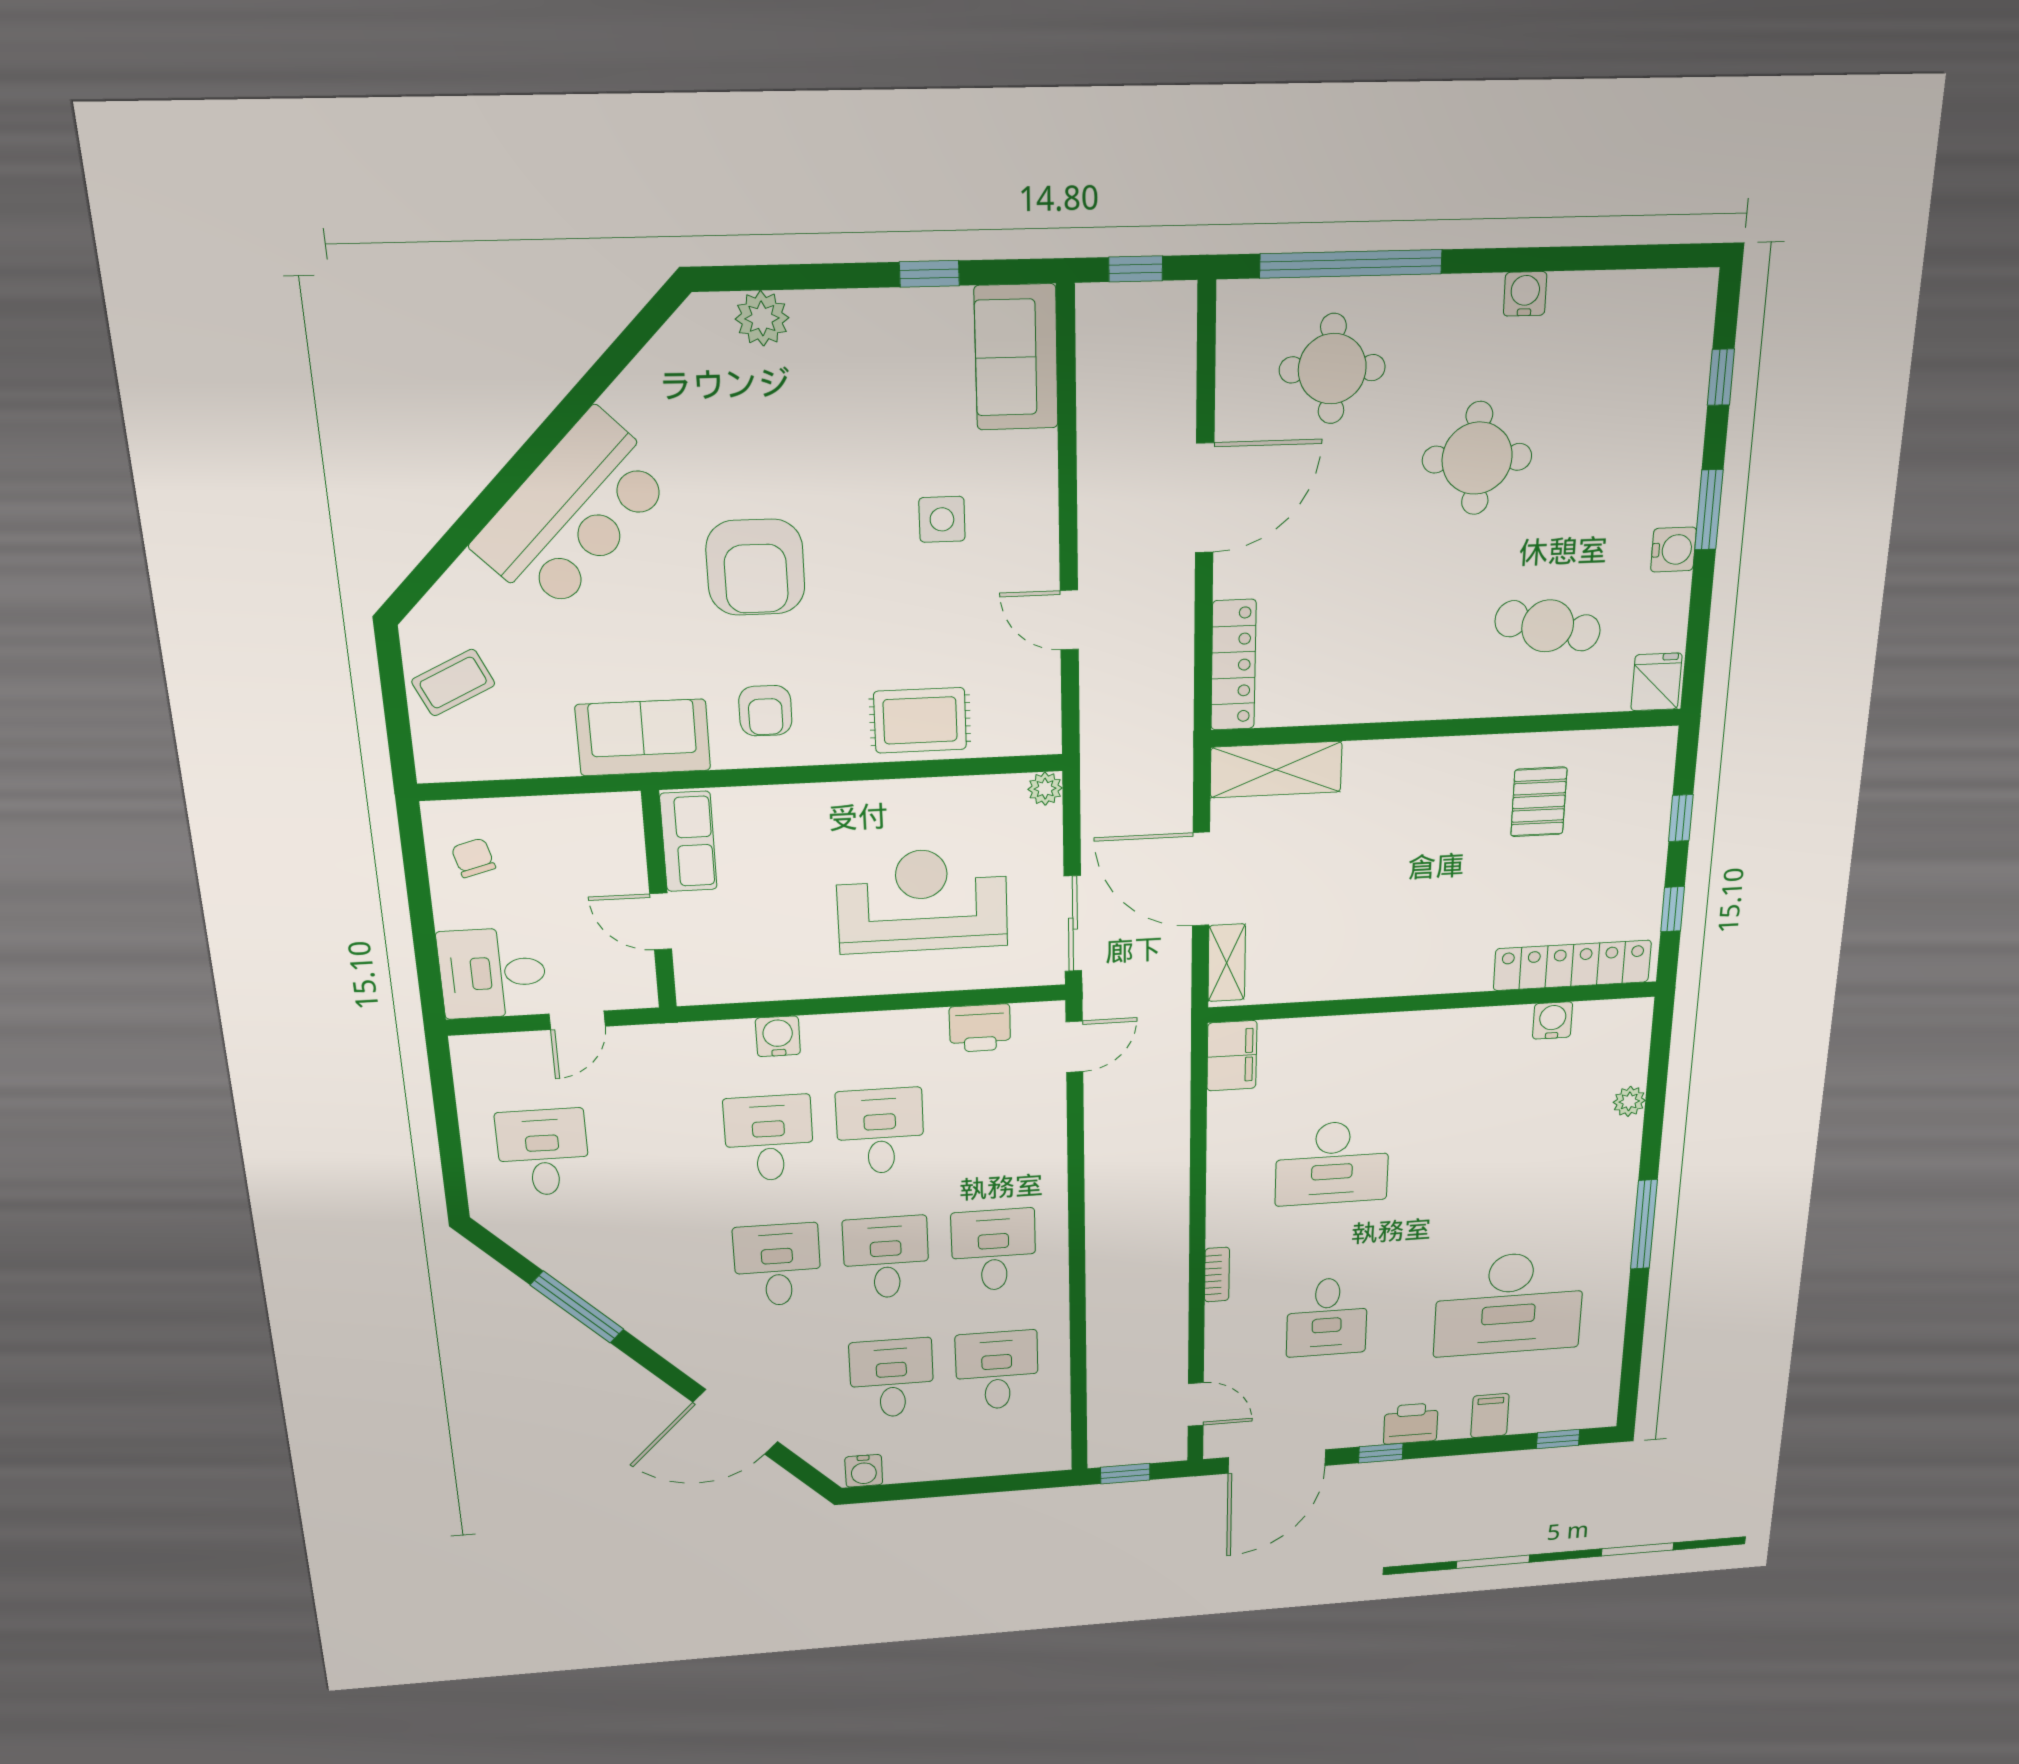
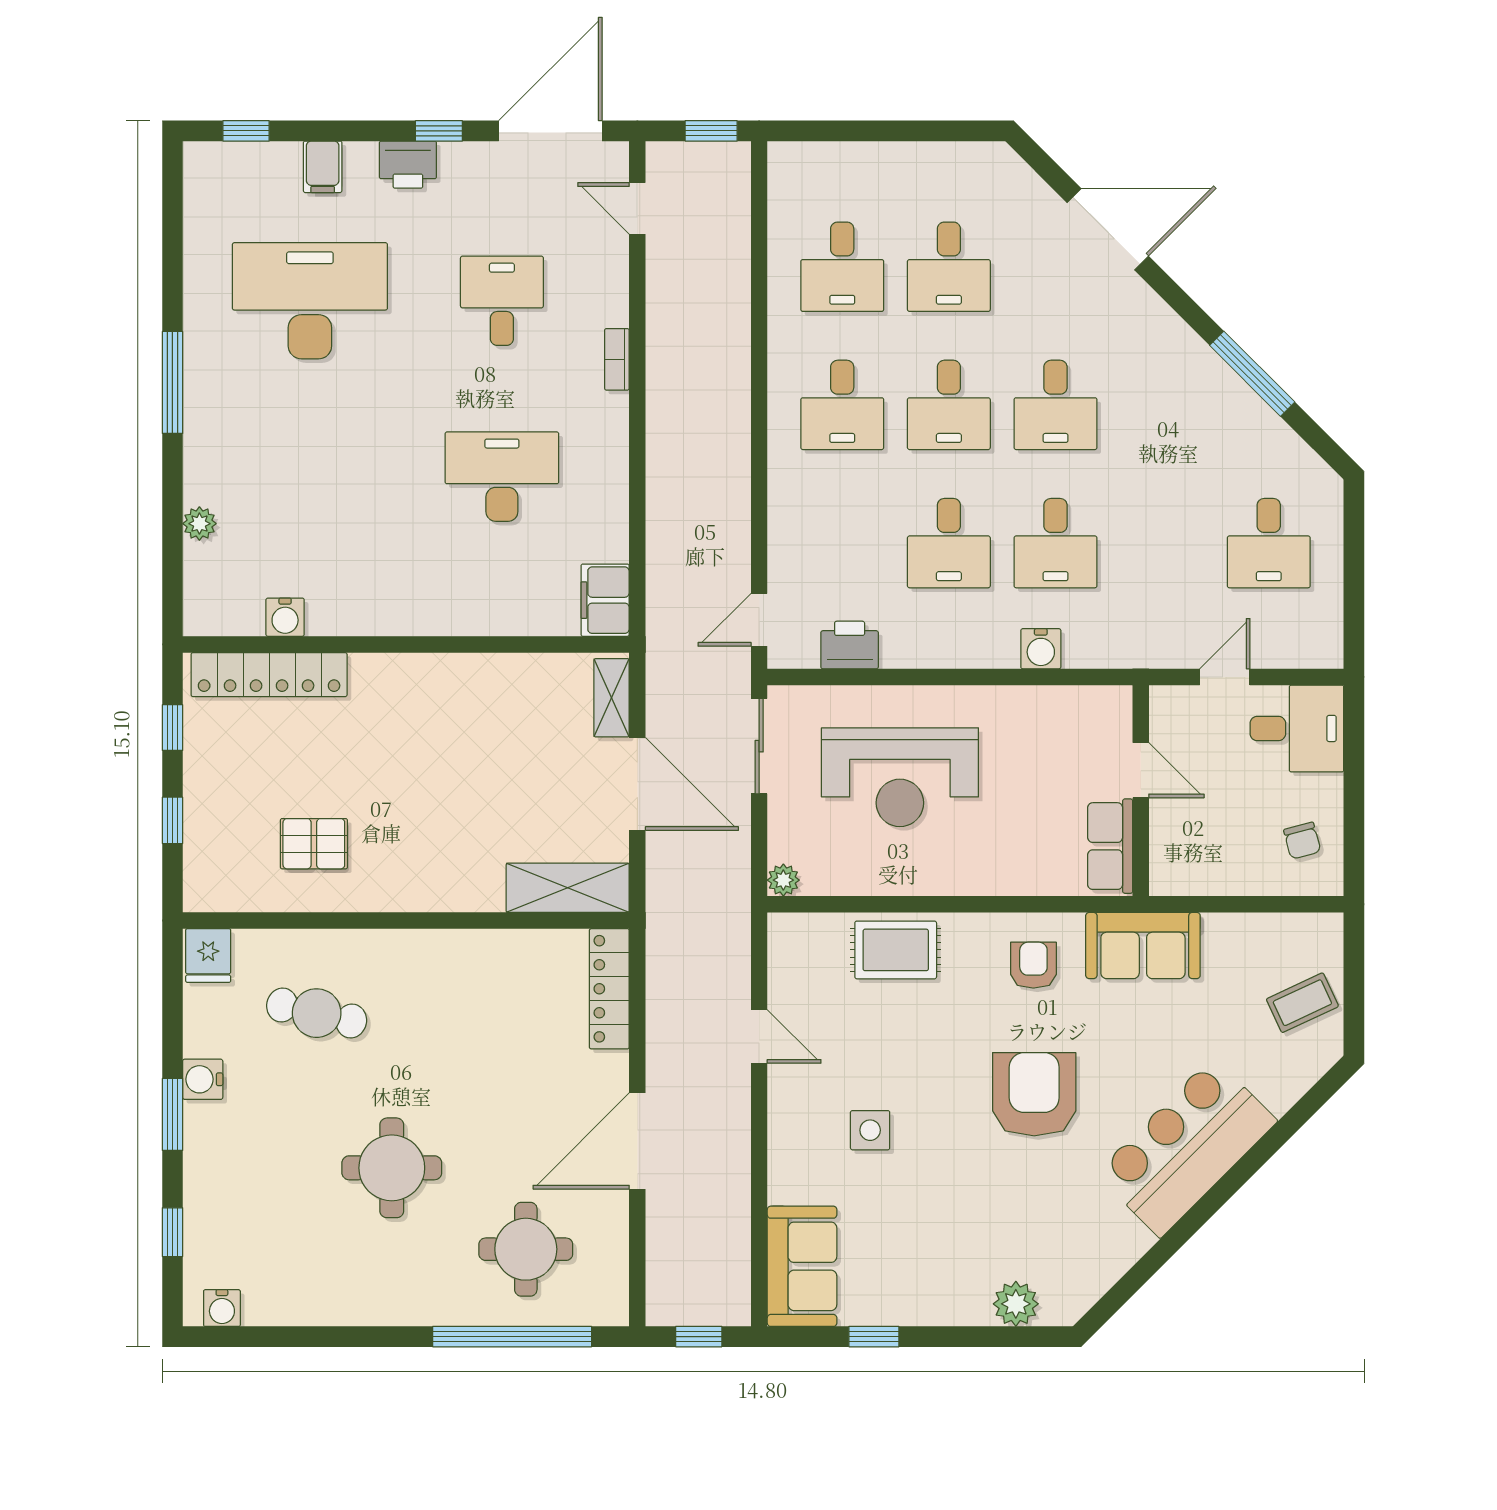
water cooler: (1525, 294) -> (222, 1308), moved
pallet: (1539, 802) -> (314, 844), turned 90
water cooler: (864, 1471) -> (982, 160), removed

